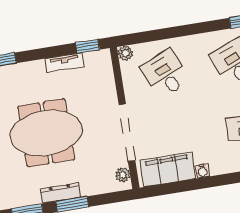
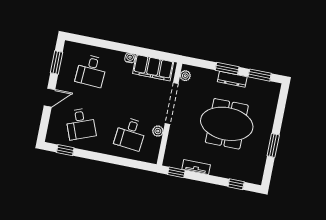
plant: (125, 53) -> (158, 131), moved
desk: (165, 74) -> (130, 134), turned 30

